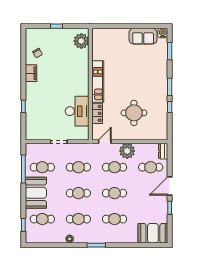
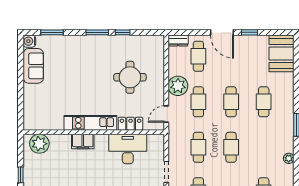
filing cabinet: (83, 75) -> (83, 141), added
door: (105, 142) -> (166, 114), hinge flipped
cafe table: (78, 219) -> (264, 147), removed

